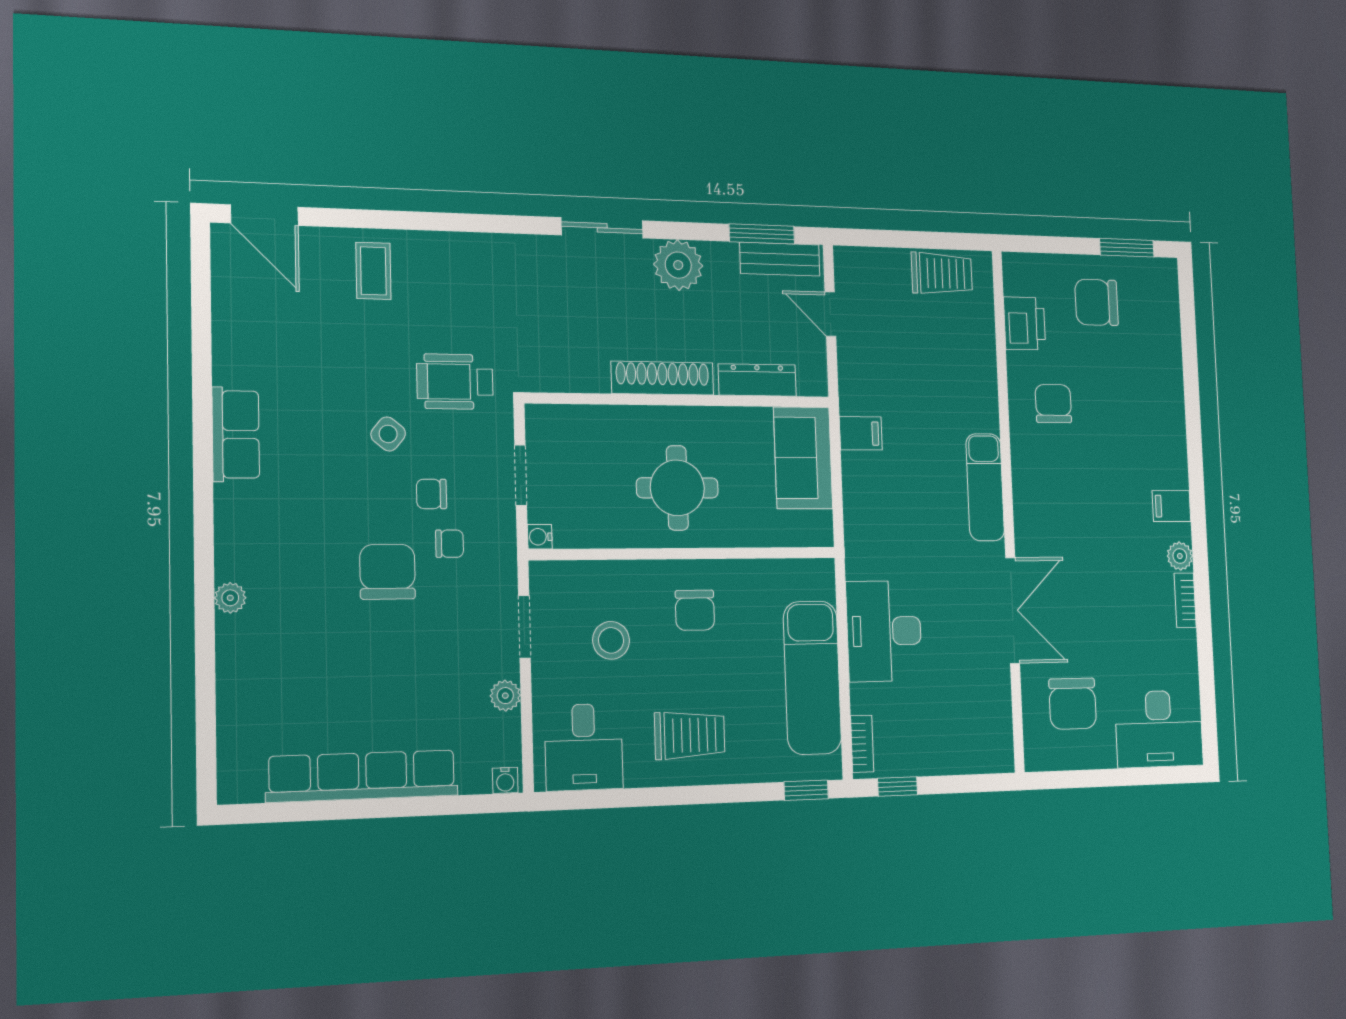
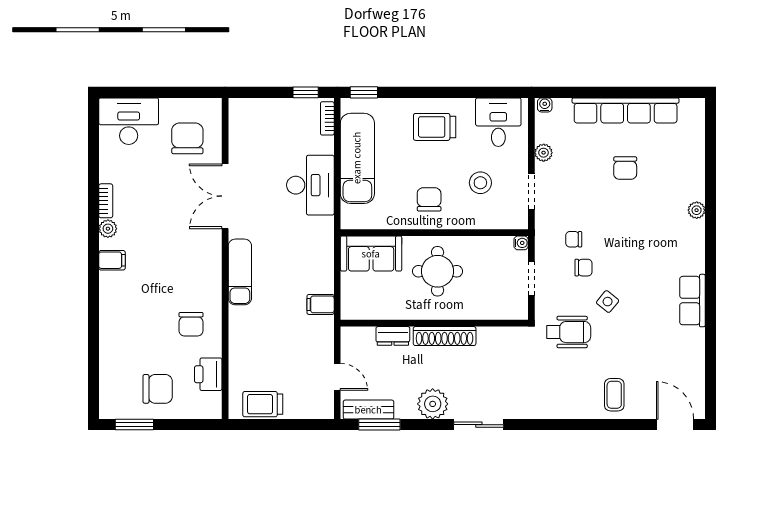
dresser: (757, 380) -> (393, 336), width x0.70
sofa: (803, 458) -> (371, 254), moved, turned 90
chair: (387, 572) -> (625, 168), moved, width x0.73, depth x0.73

